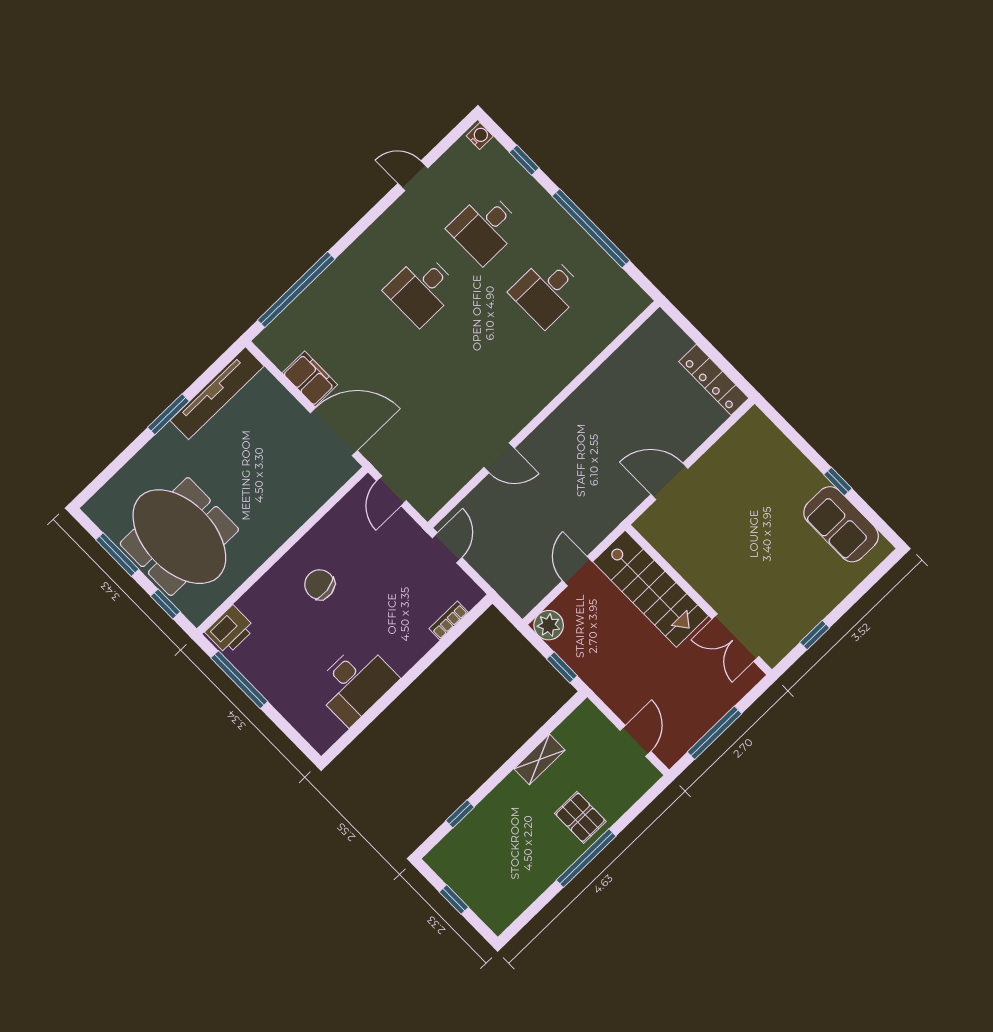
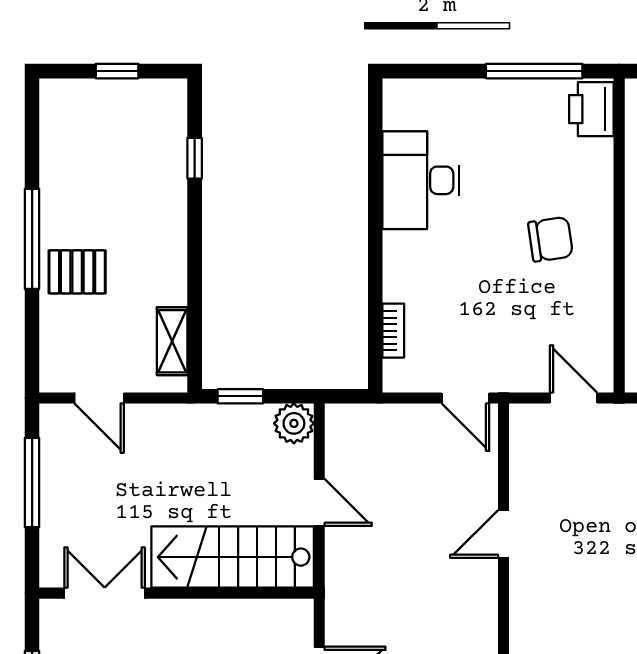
shelving: (539, 759) -> (172, 341), moved

